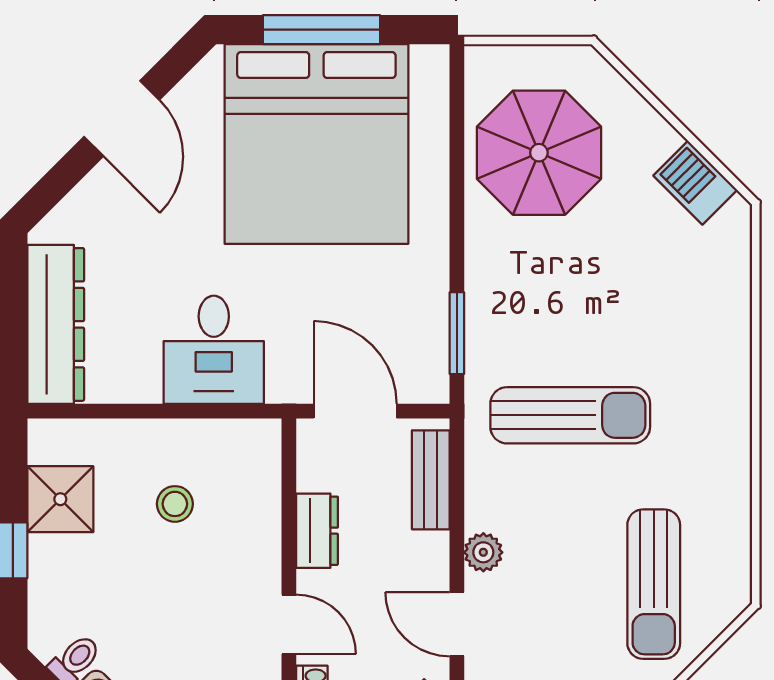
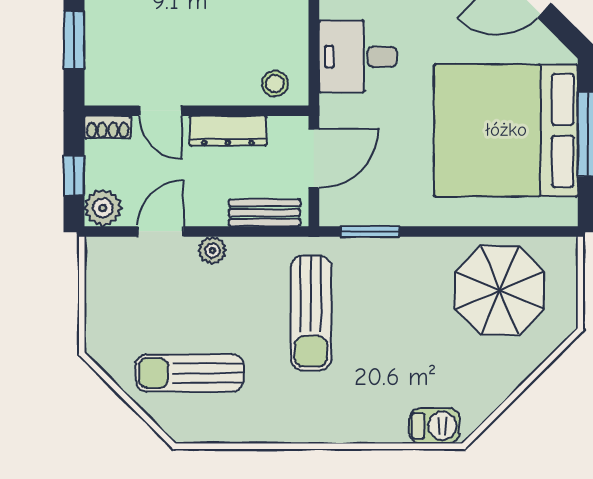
barbecue: (695, 183) -> (434, 426), moved, turned 45
stool: (175, 504) -> (275, 83), moved
dresser: (317, 531) -> (228, 131), width x1.44
door: (289, 624) -> (161, 111), hinge flipped

